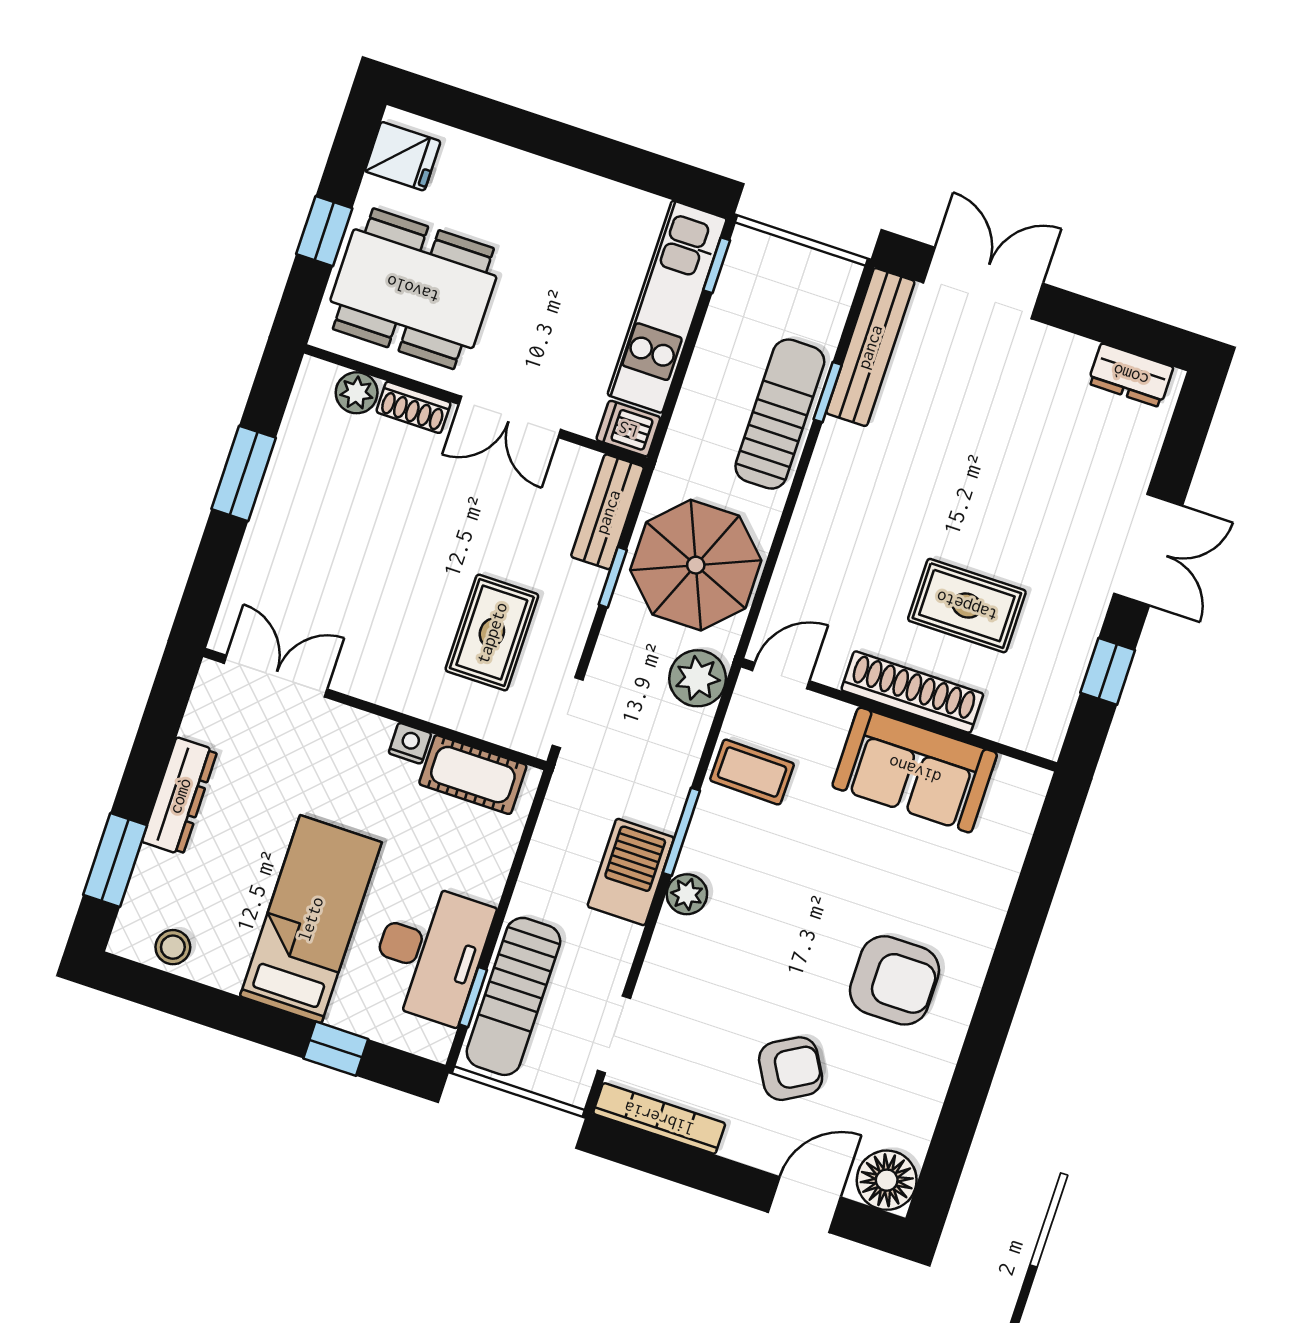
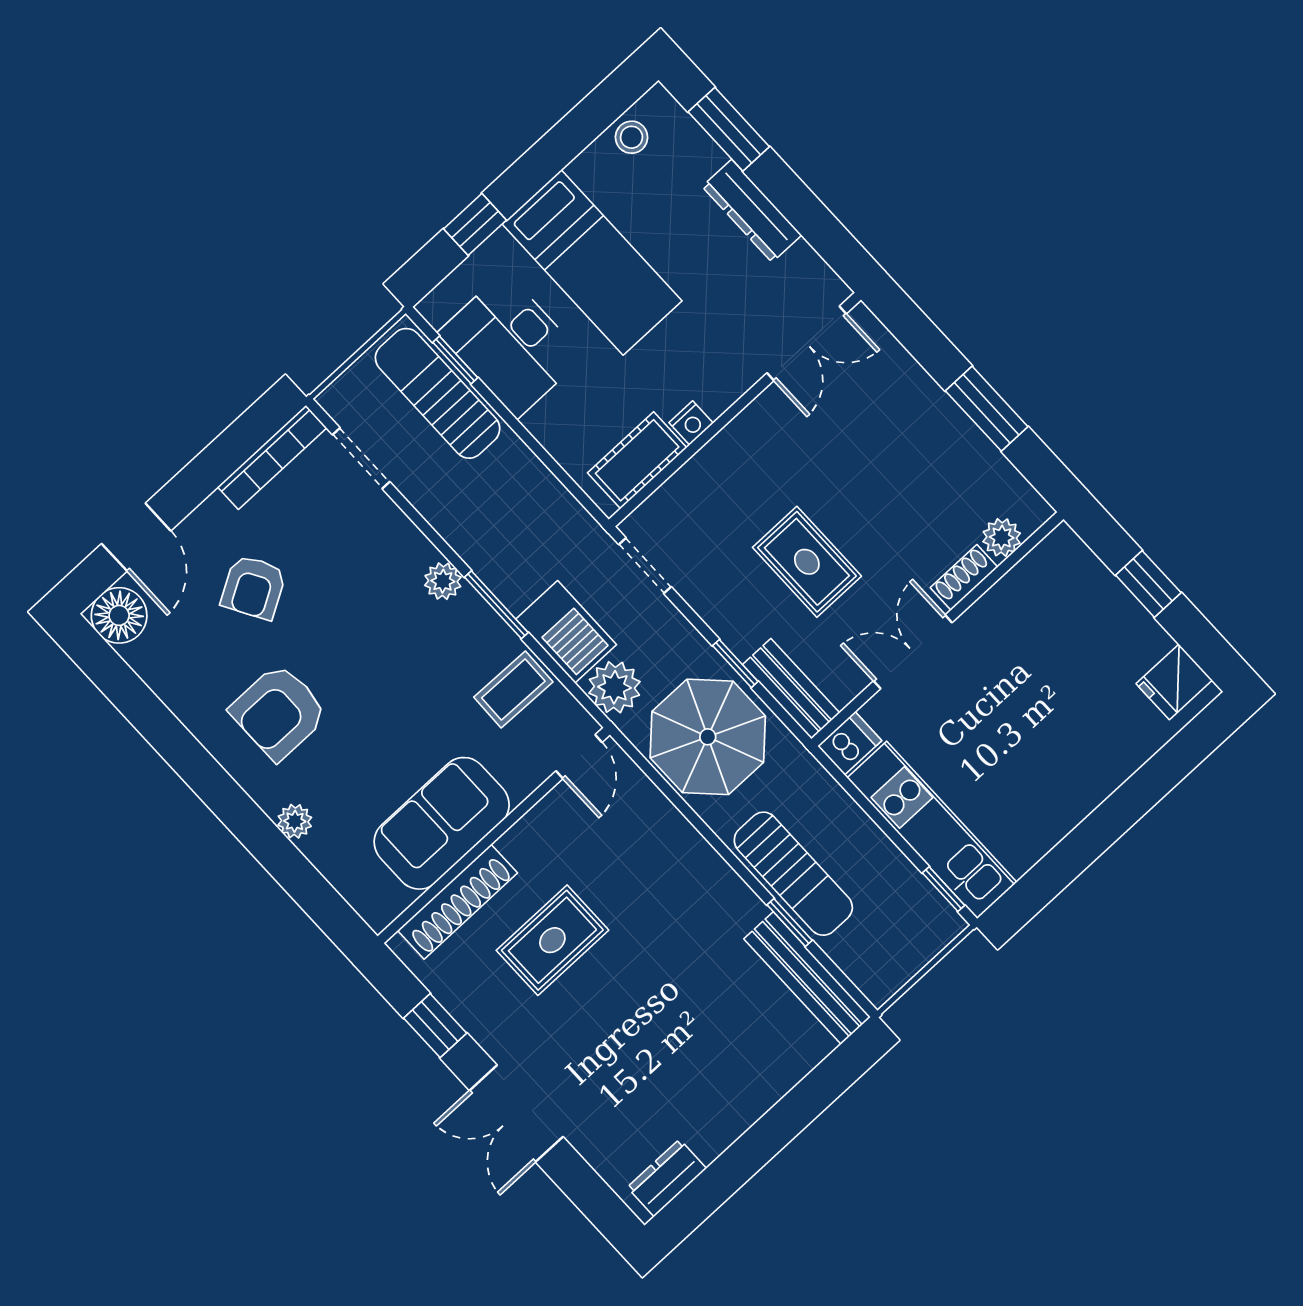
double door: (983, 283) -> (809, 1099), removed
dining table: (413, 289) -> (1061, 631), removed
rug: (492, 633) -> (807, 562), moved
shoe rack: (912, 692) -> (458, 902), moved
barbecue: (631, 872) -> (566, 632), moved
plant: (989, 909) -> (295, 821), added

